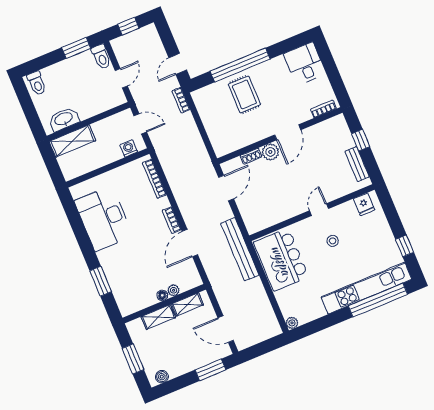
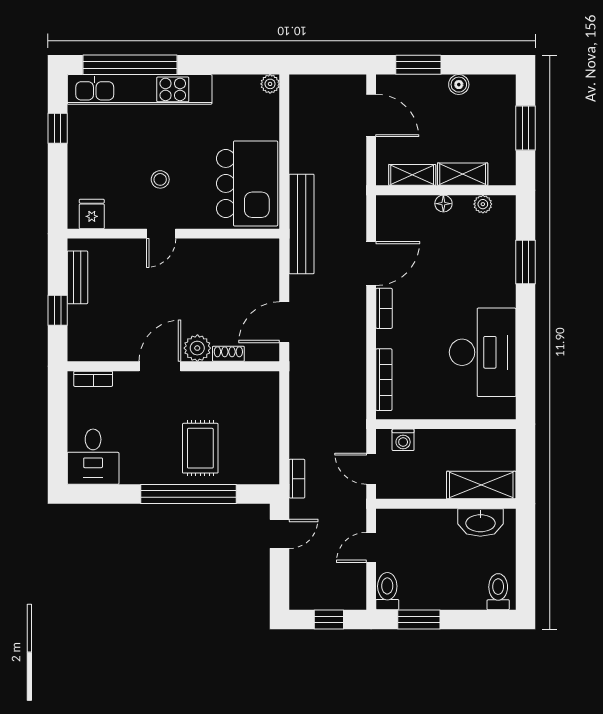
plant: (174, 290) -> (483, 204), moved
boiler: (162, 377) -> (459, 85), moved

